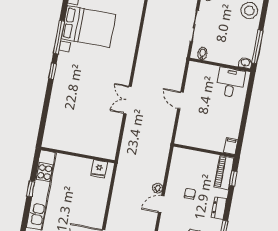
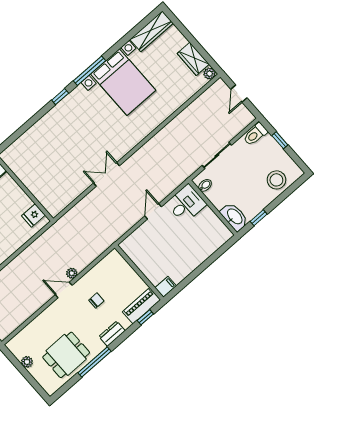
window: (258, 47) -> (259, 218), width x0.46
washbasin: (245, 63) -> (234, 217), width x1.91, depth x1.45
desk: (230, 83) -> (186, 204), moved

